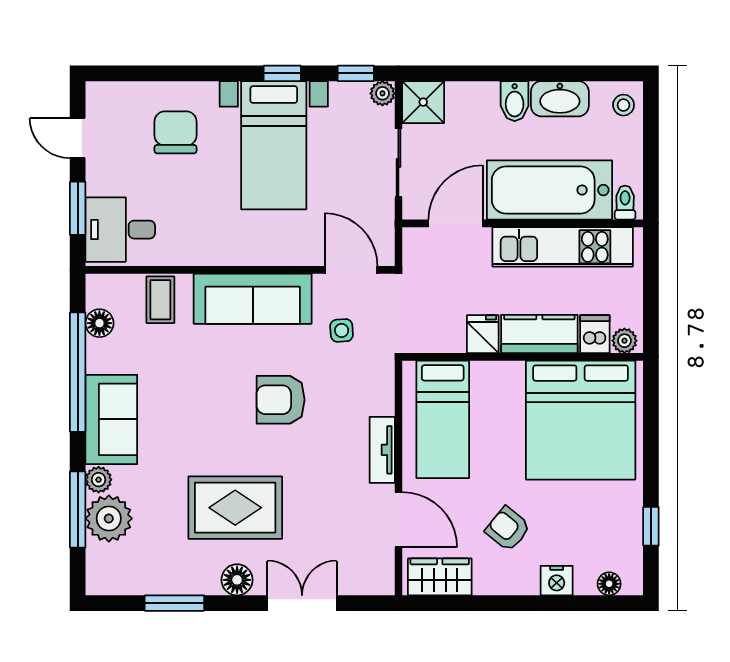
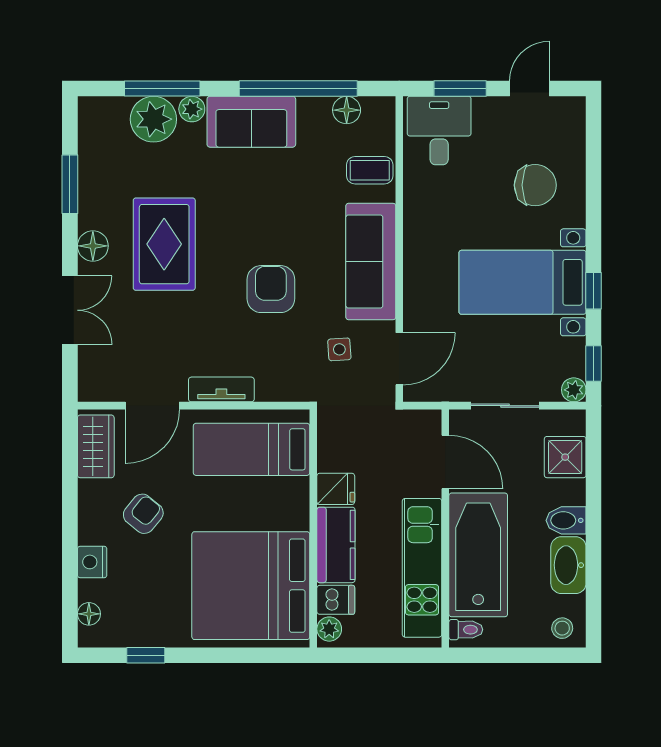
shower: (423, 102) -> (565, 457), moved

